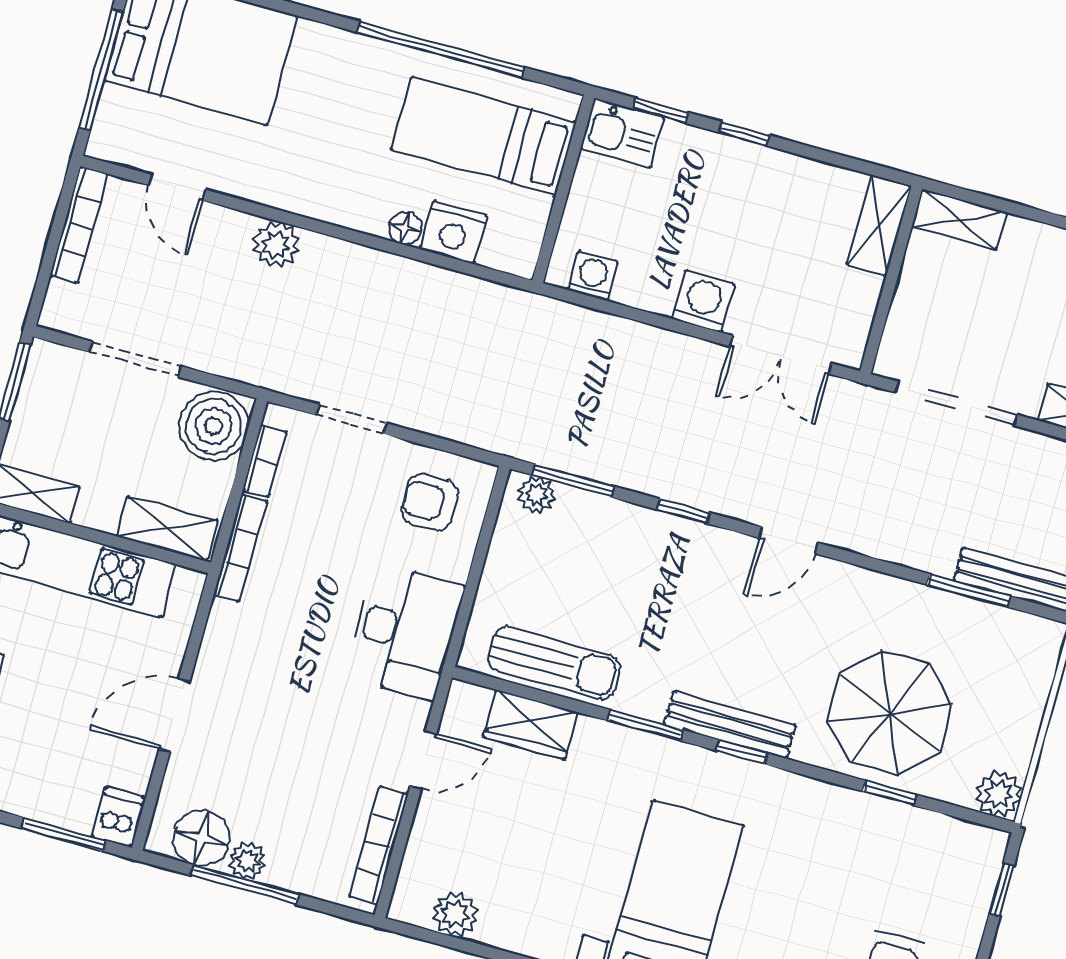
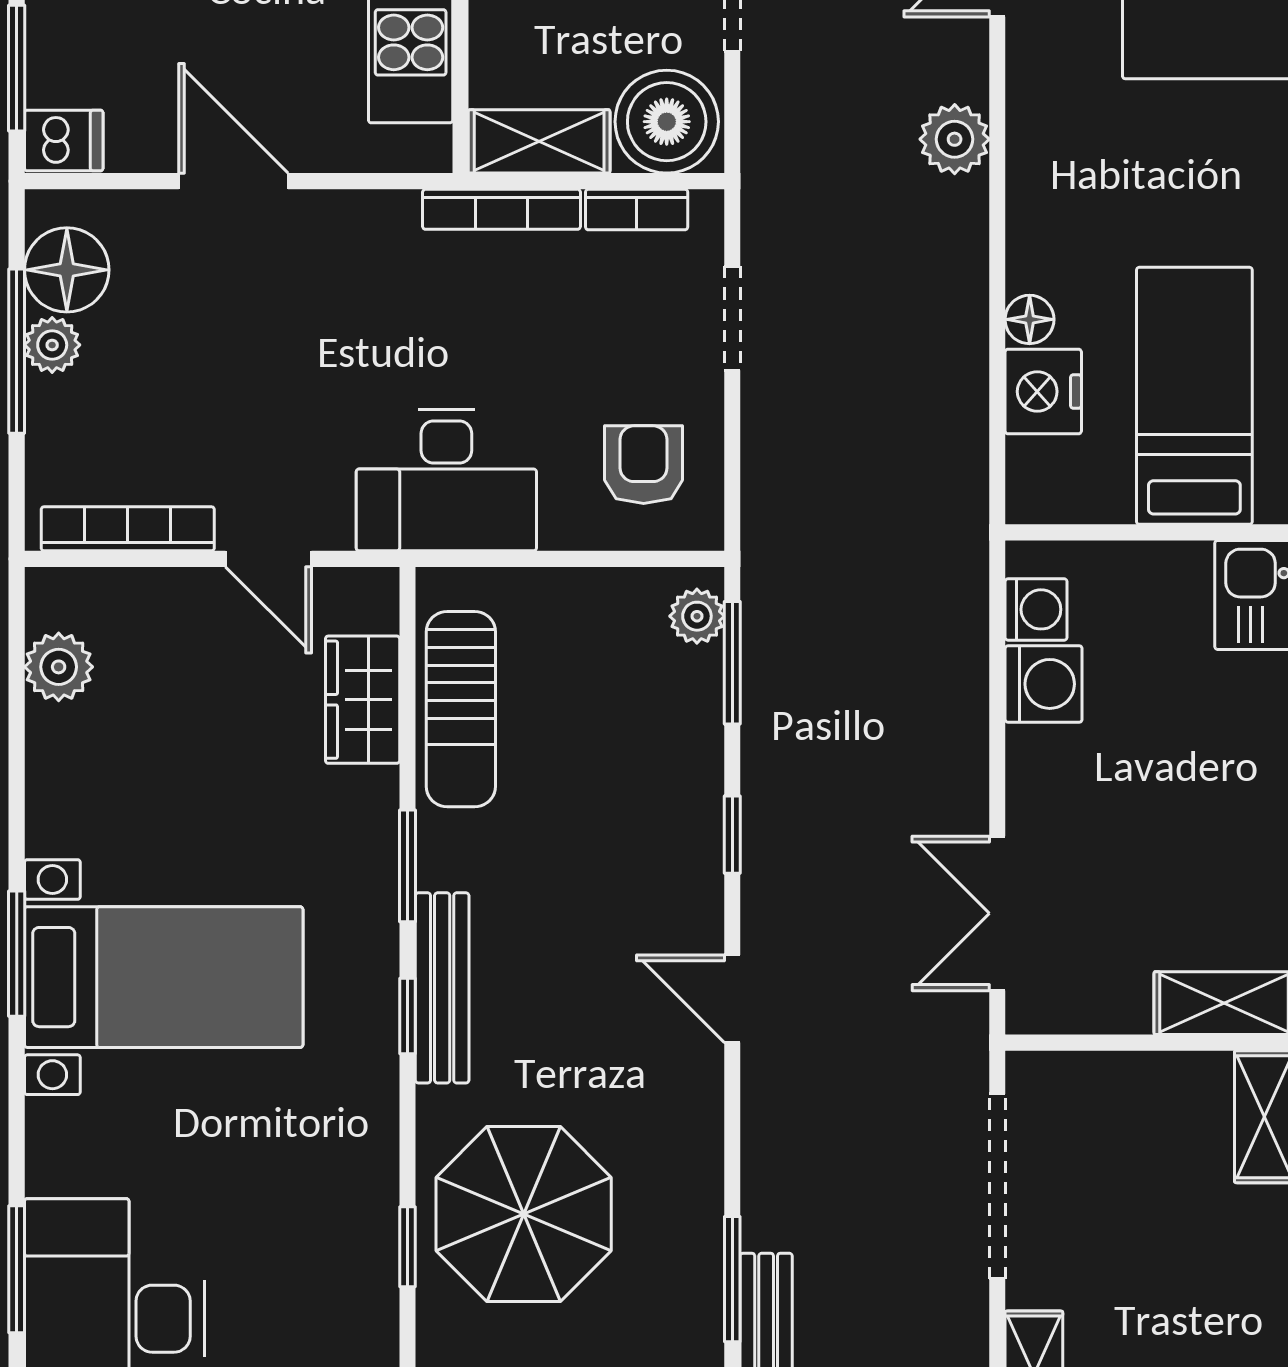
washing machine: (703, 301) -> (1044, 684), moved
shelving: (167, 528) -> (539, 141), moved, turned 90

